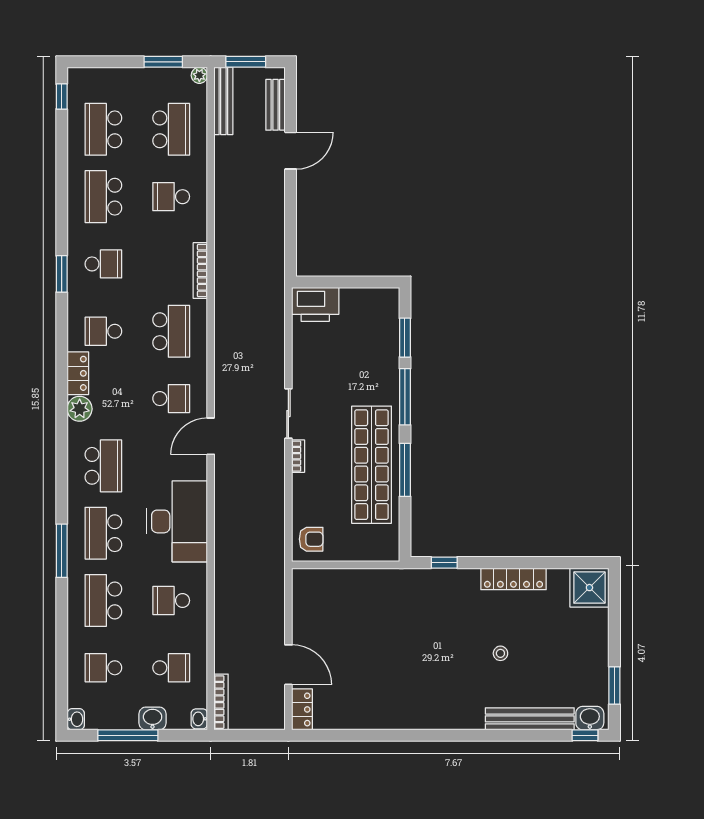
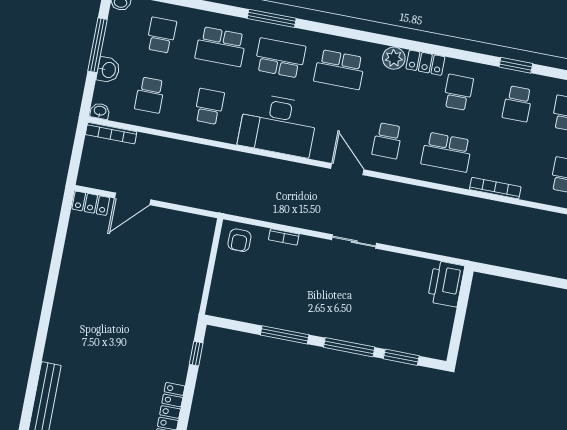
bookcase: (298, 456) -> (284, 237), moved
shop shelf: (372, 465) -> (295, 306), removed
school desk: (103, 600) -> (221, 47), turned 180
stool: (500, 653) -> (107, 388), removed

